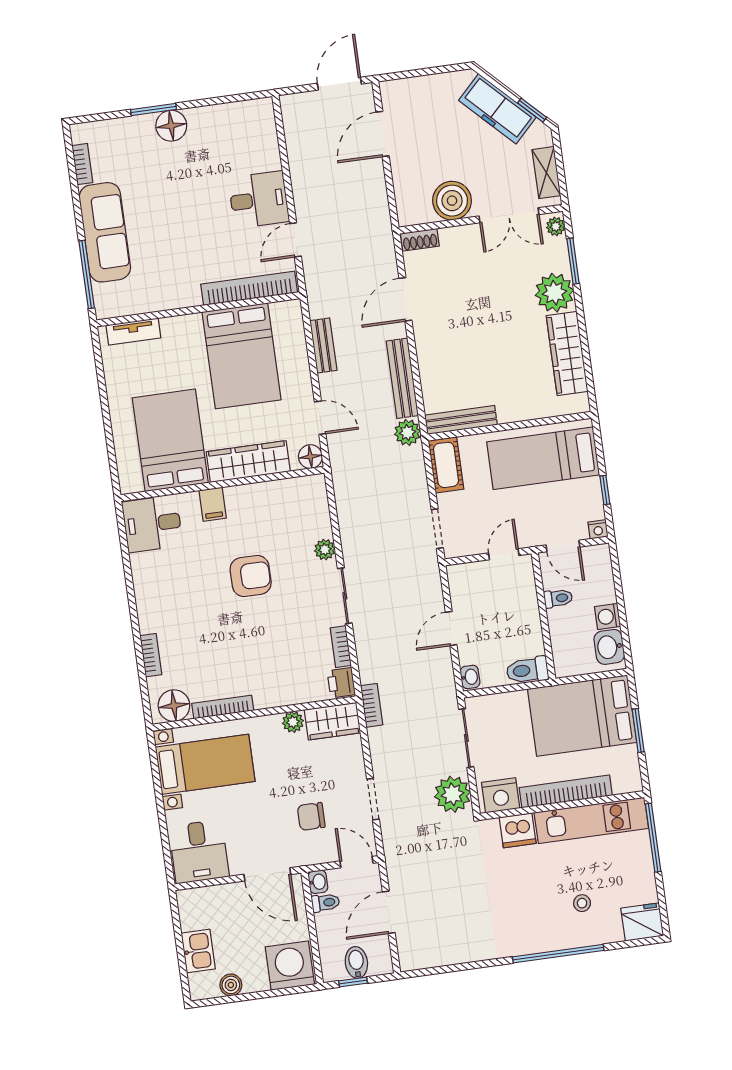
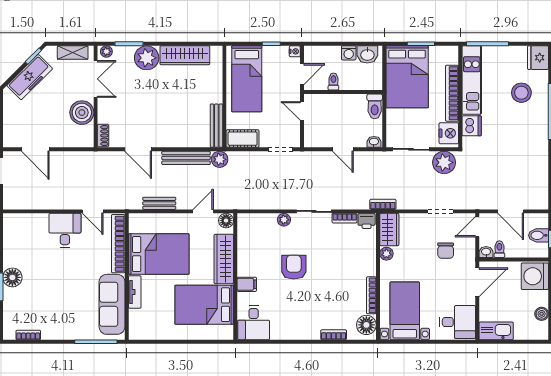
sofa: (105, 232) -> (112, 304), moved, turned -90
tv unit: (133, 331) -> (135, 292), moved
stool: (582, 903) -> (521, 93), width x1.89, depth x1.89
kitchen sink: (198, 951) -> (496, 331), moved, width x1.38

